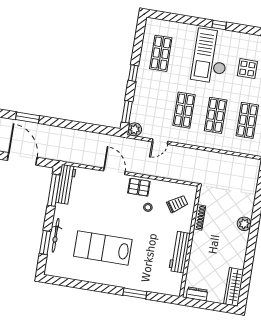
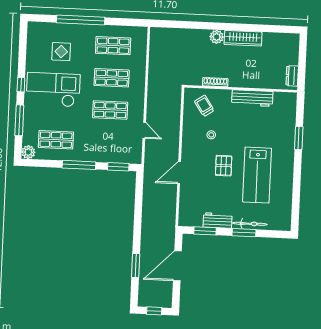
window: (184, 19) -> (19, 120), added
checkout: (211, 56) -> (53, 90), turned 180
window: (133, 73) -> (79, 165), width x2.17
plant: (135, 129) -> (28, 152), moved
workbench: (66, 184) -> (218, 220), moved, width x0.73
pallet: (139, 187) -> (224, 166), moved
window: (54, 190) -> (205, 231), width x0.69
window: (45, 242) -> (244, 233), moved
wardrobe: (234, 287) -> (243, 38), moved

